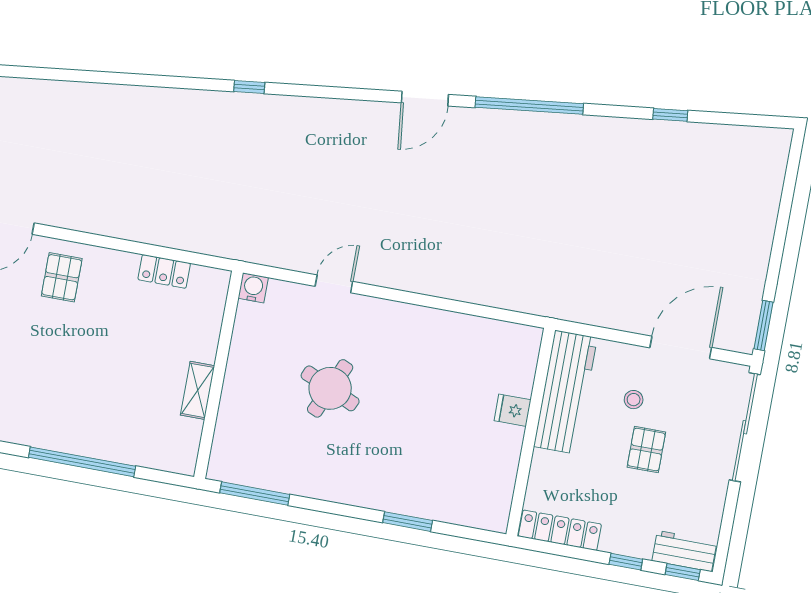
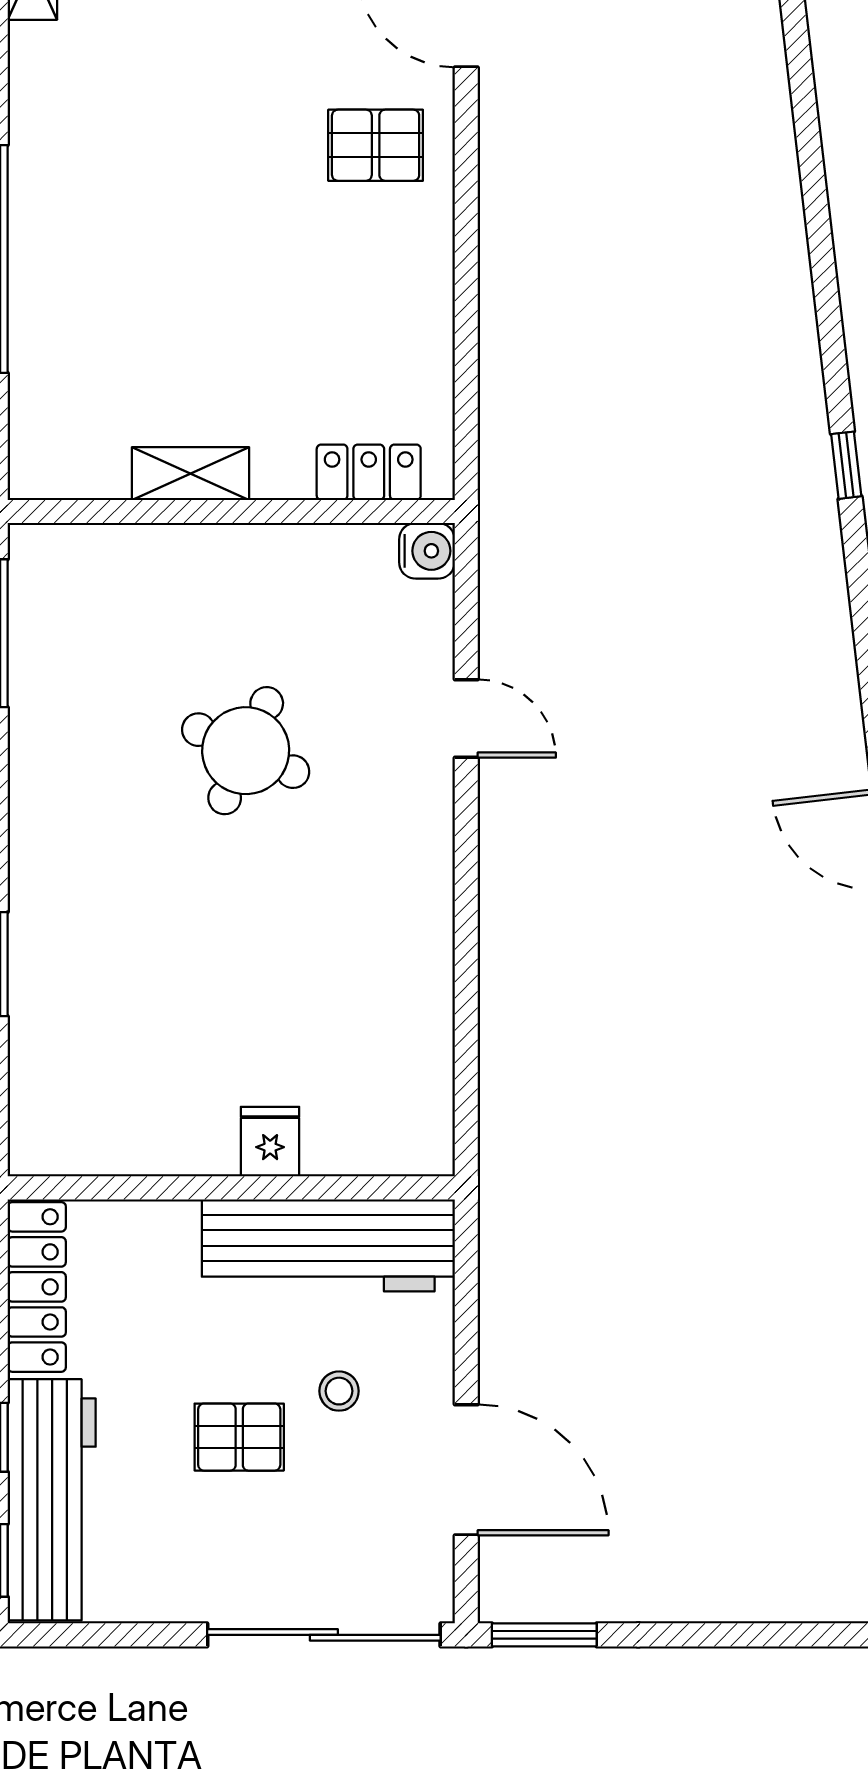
locker: (164, 271) -> (369, 472), moved, turned 90
workbench: (685, 551) -> (52, 1500), width x1.88, depth x1.32

